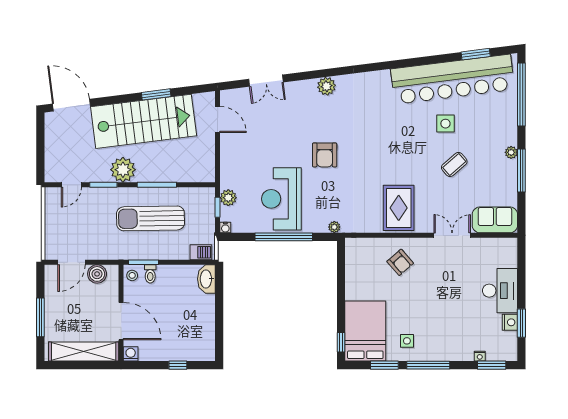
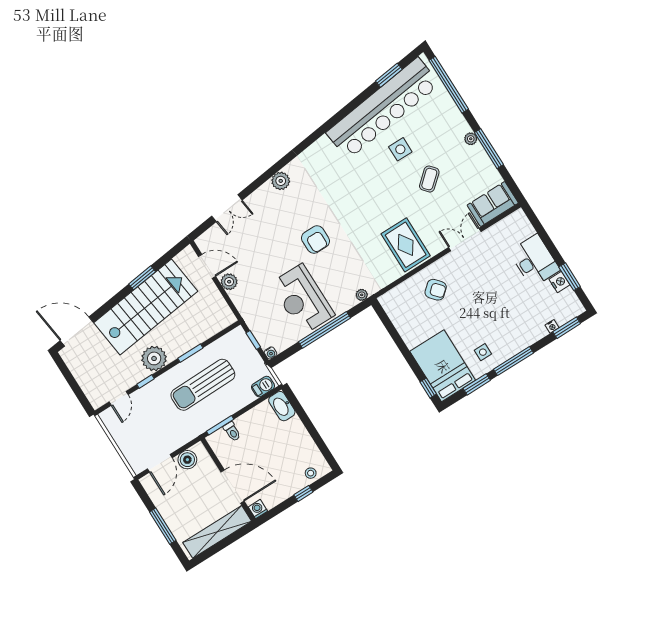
window: (103, 185) -> (146, 381), width x0.67
window: (157, 185) -> (190, 353), width x0.69
plant: (228, 198) -> (229, 282), moved
stool: (132, 275) -> (311, 473), moved

